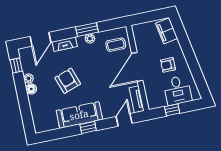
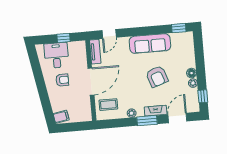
window: (87, 30) -> (147, 121), moved
filing cabinet: (167, 31) -> (61, 117), width x0.50
window: (88, 127) -> (179, 28), moved

